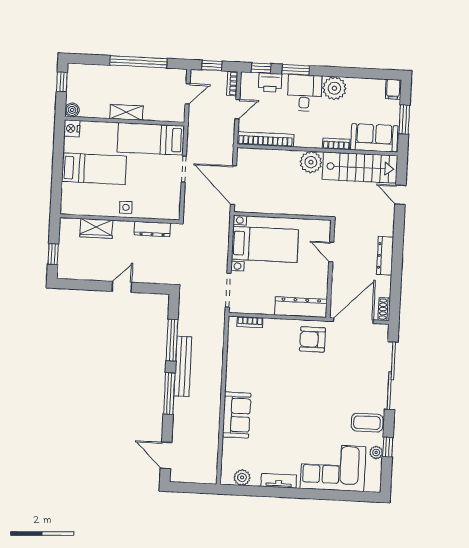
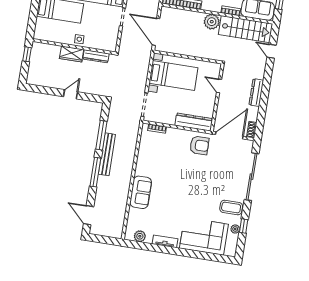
wardrobe: (96, 228) -> (72, 54), moved
window: (53, 254) -> (27, 54), moved
armchair: (313, 339) -> (199, 145), turned 180

